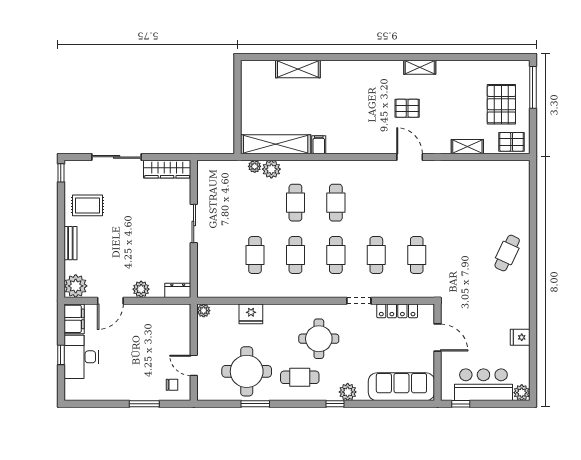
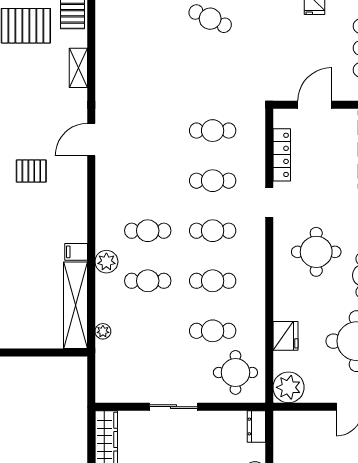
pallet: (407, 108) -> (31, 171), moved, turned 90
plant: (271, 169) -> (106, 262), moved
round table: (221, 273) -> (235, 372), added
plant: (204, 311) -> (289, 387), width x1.87, depth x1.87

